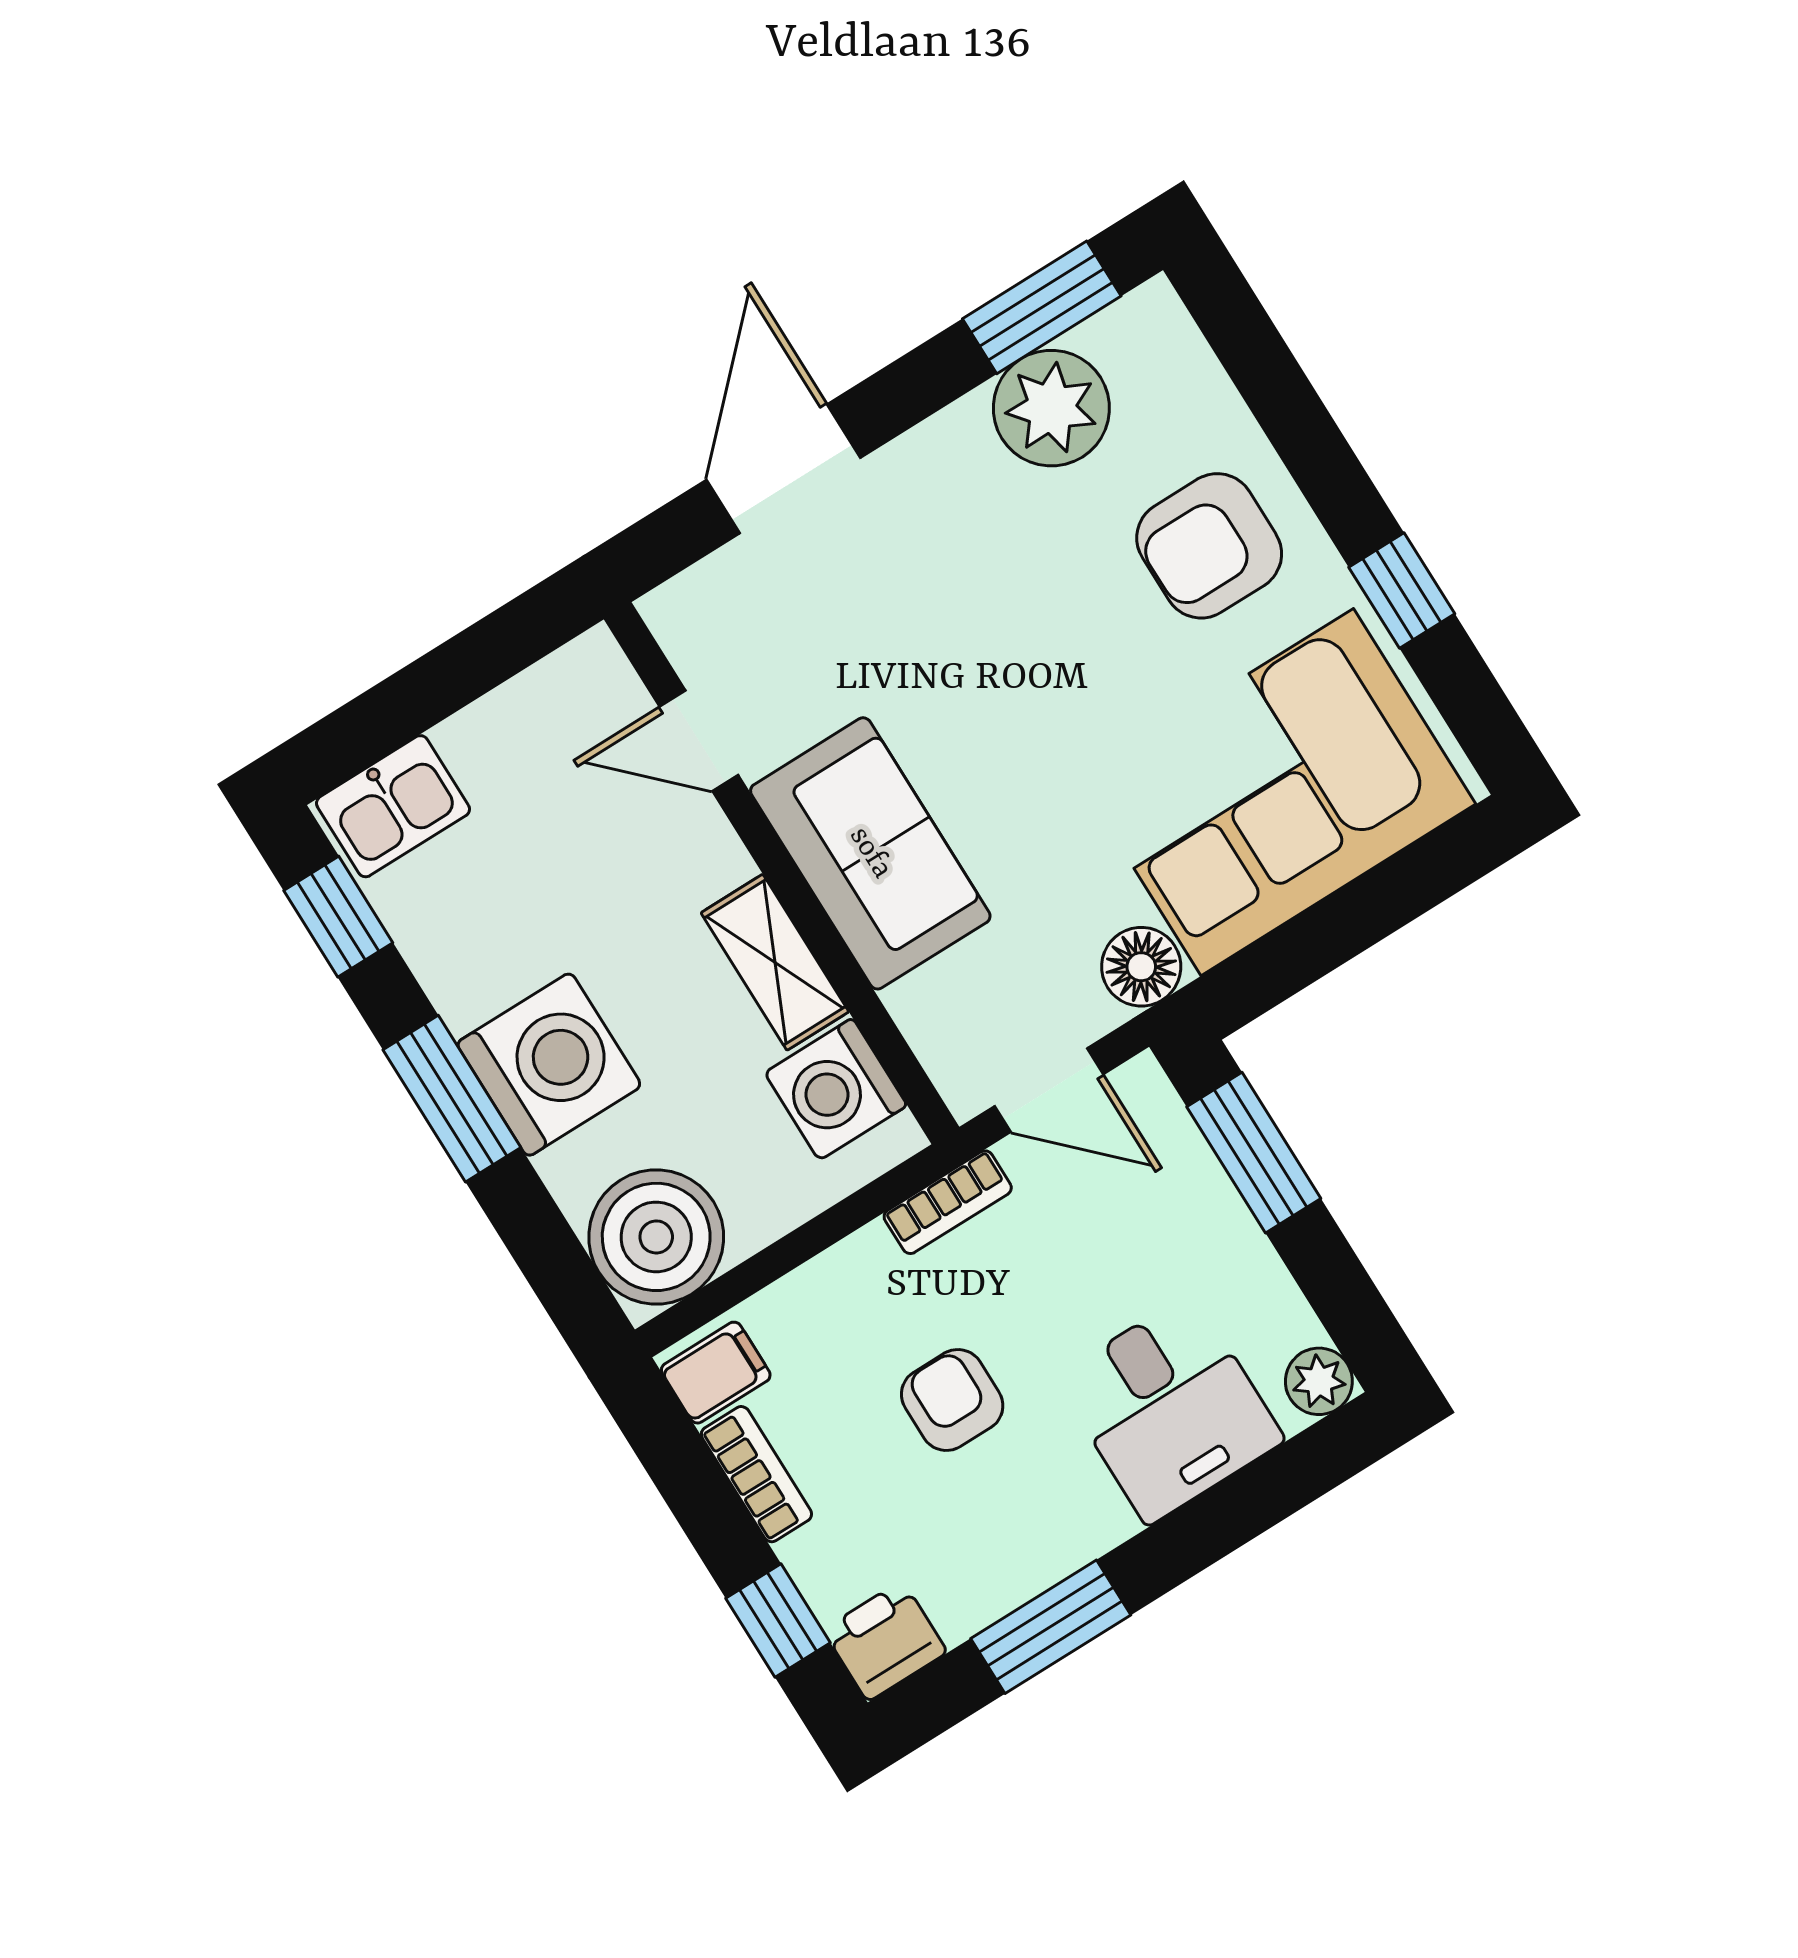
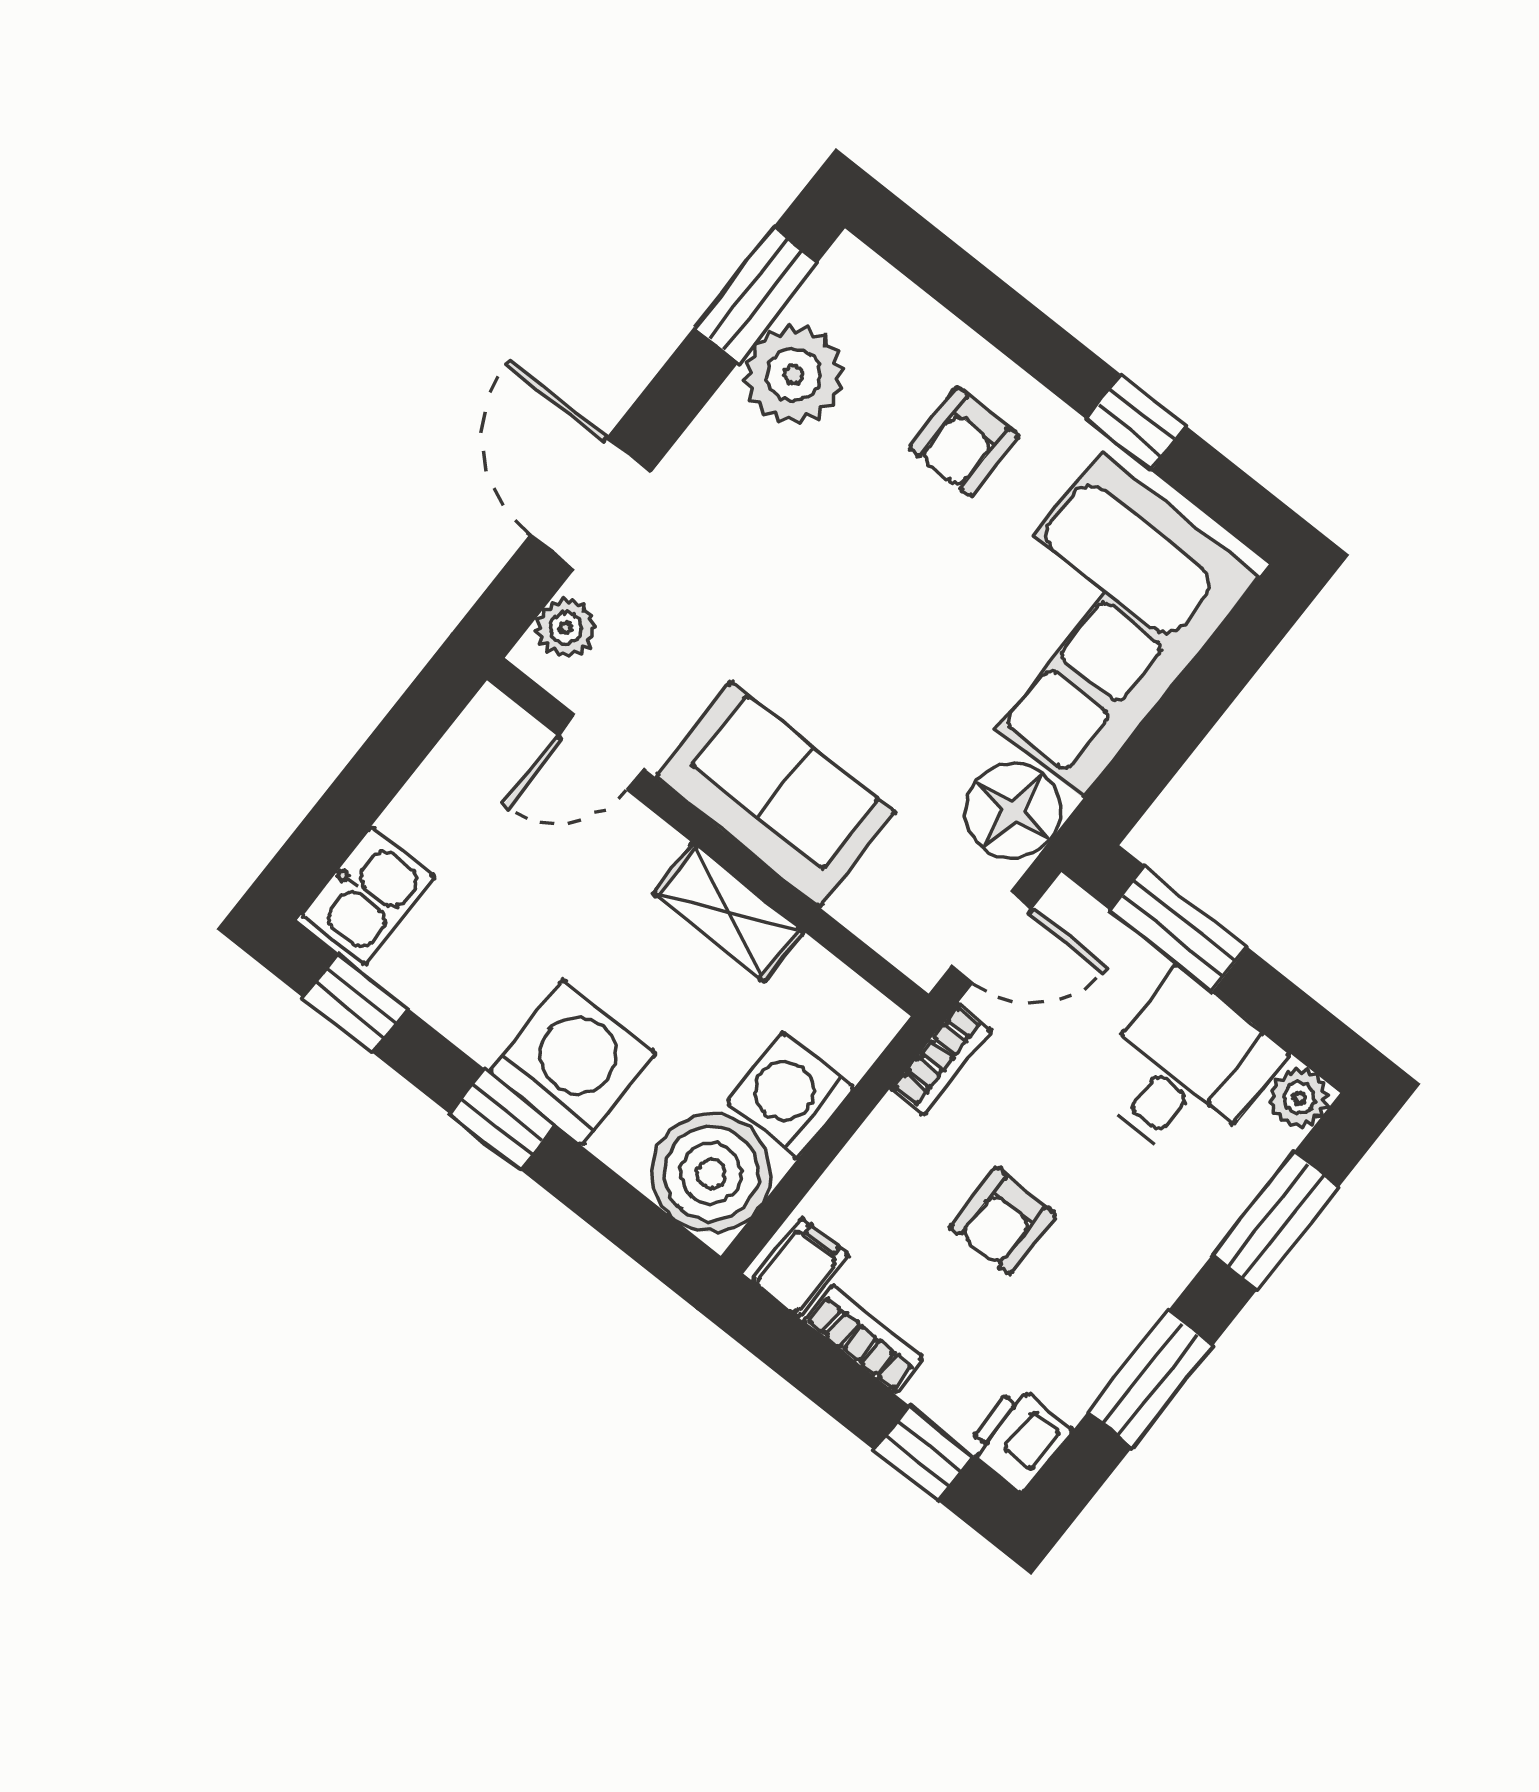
armchair: (1209, 546) -> (964, 442), width x0.72, depth x0.72
plant: (708, 594) -> (566, 628), added
floor lamp: (1141, 967) -> (1013, 811), width x1.38, depth x1.38
washing machine: (836, 1089) -> (790, 1095), moved, turned 90
window: (452, 1099) -> (502, 1119), width x0.67
armchair: (952, 1400) -> (1003, 1221), turned -90
desk: (1170, 1409) -> (1185, 1069), moved, turned -90
window: (1246, 1505) -> (1276, 1221), added

